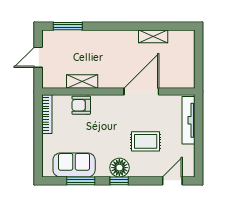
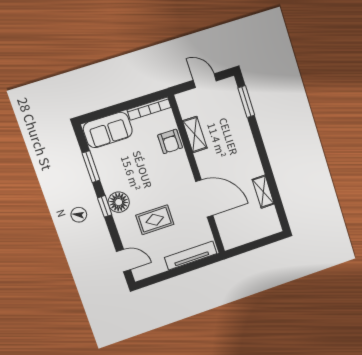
armchair: (81, 105) -> (170, 141), turned 180
rug: (146, 141) -> (155, 220), turned 90
sofa: (74, 165) -> (108, 130), moved, turned 90

